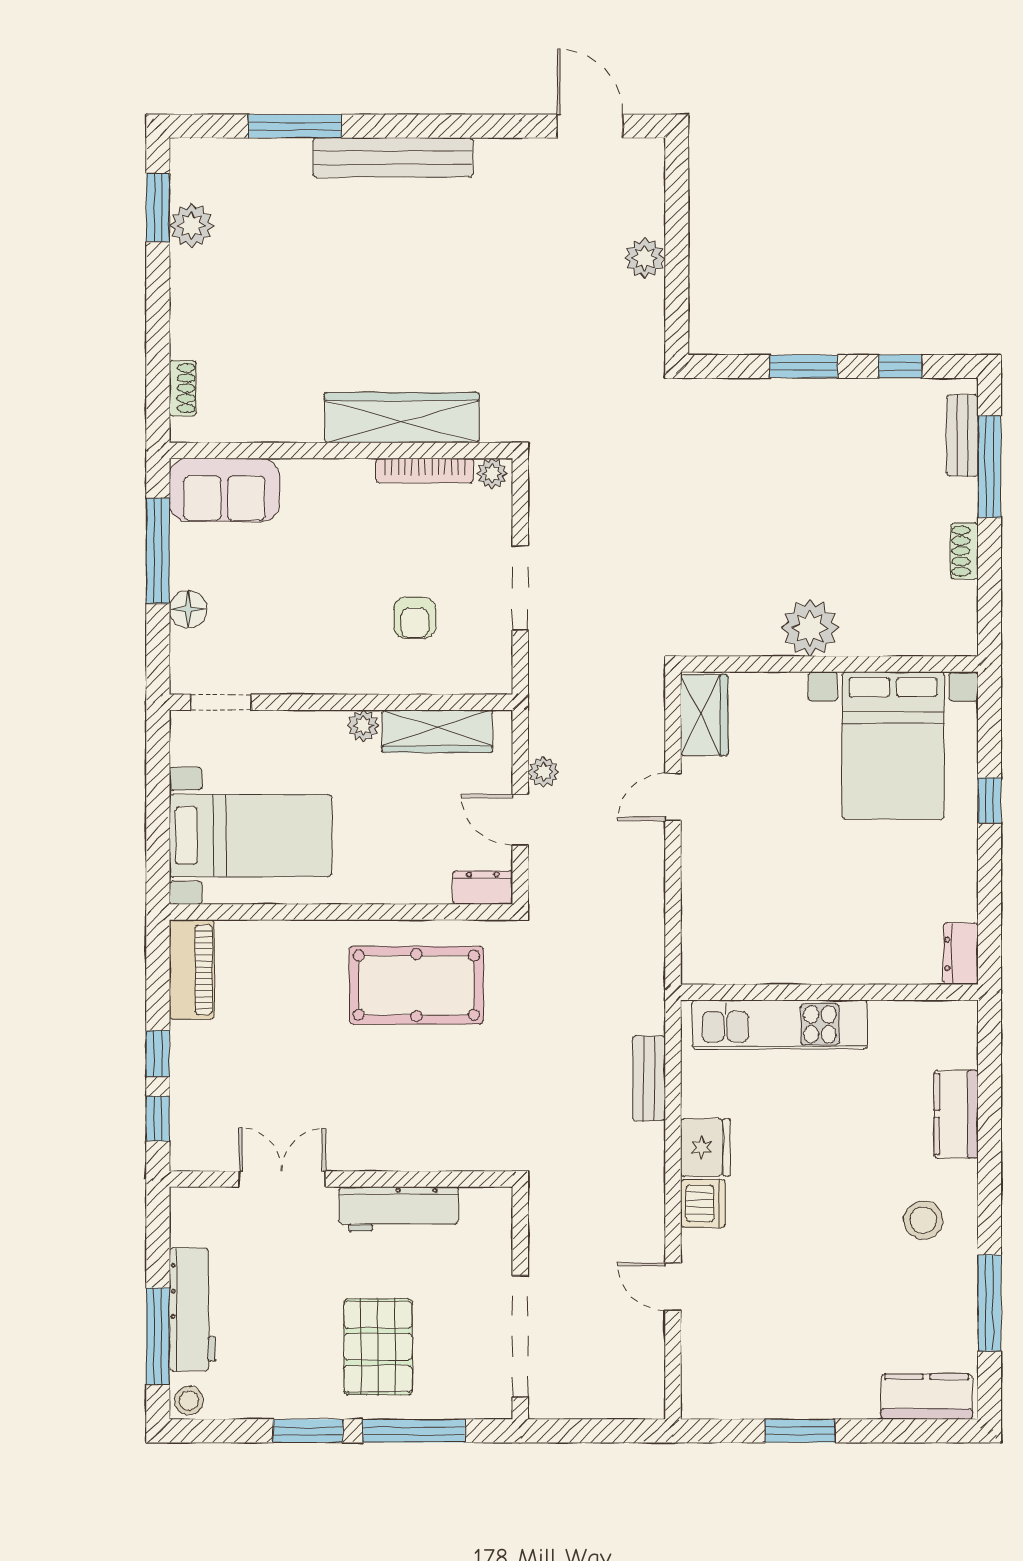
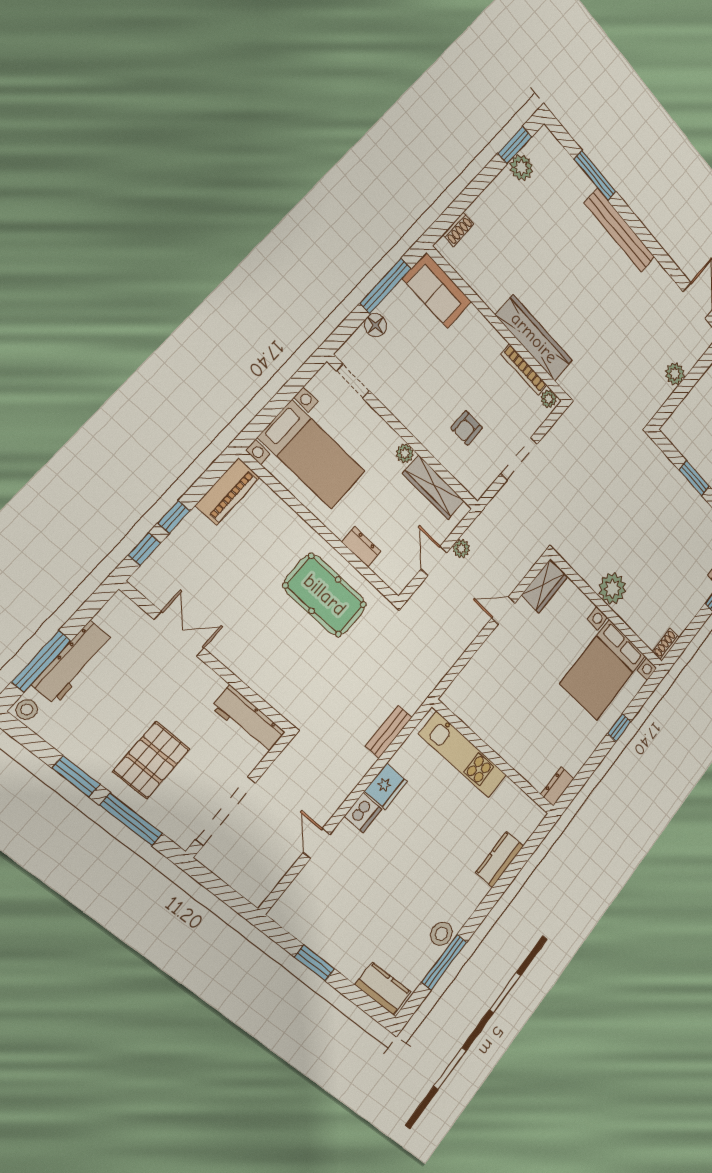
shoe rack: (964, 551) -> (666, 645), moved
dresser: (483, 888) -> (361, 547), moved
workbench: (399, 1209) -> (248, 720), moved
stool: (923, 1220) -> (441, 934), moved

